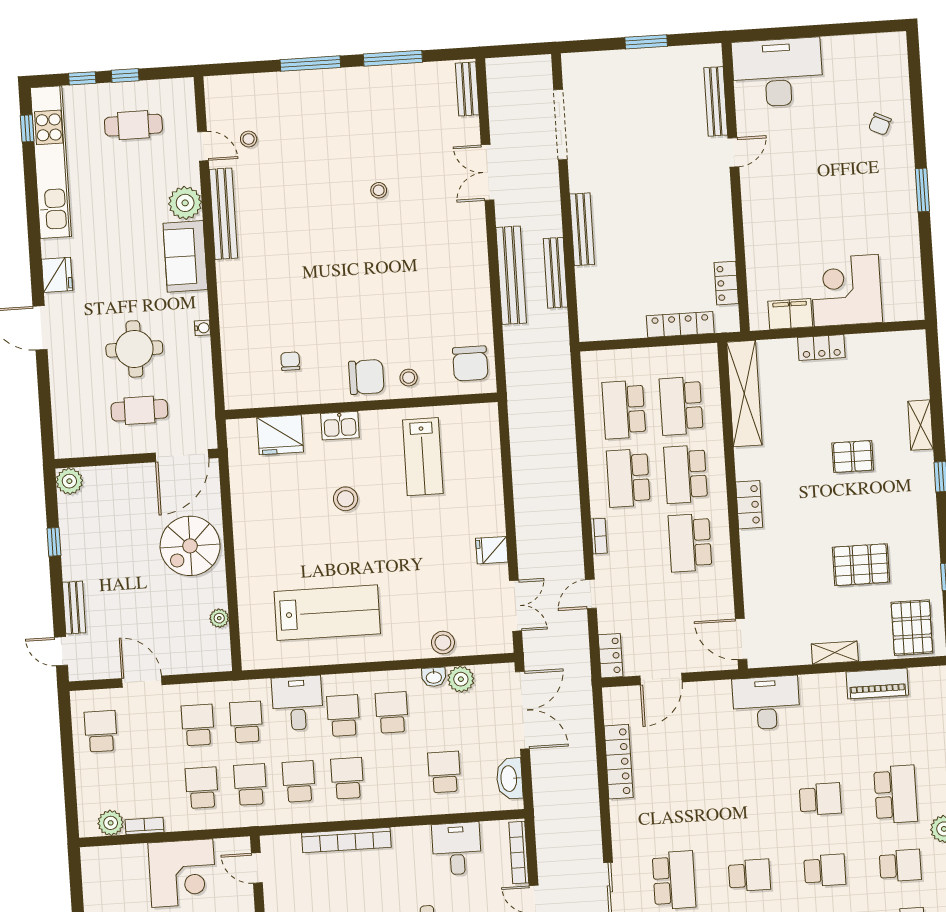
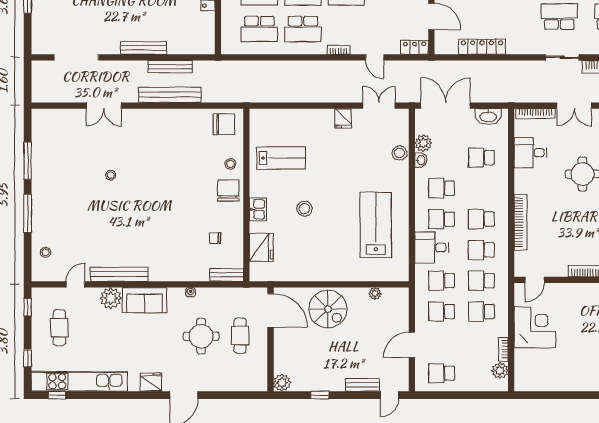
window: (125, 76) -> (28, 307), moved
bench: (467, 89) -> (227, 275), moved
stool: (249, 139) -> (45, 252), moved

